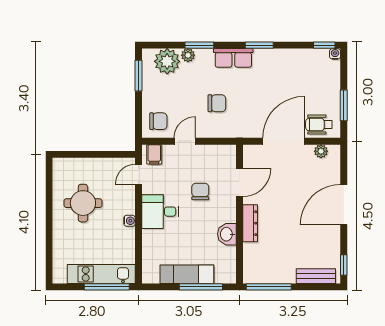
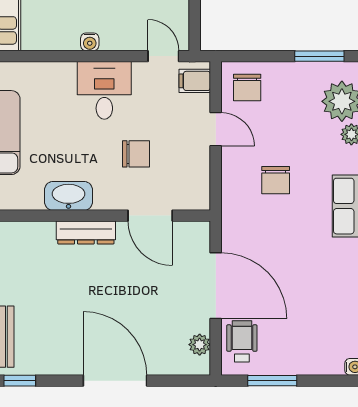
washbasin: (227, 234) -> (69, 196), width x1.38

